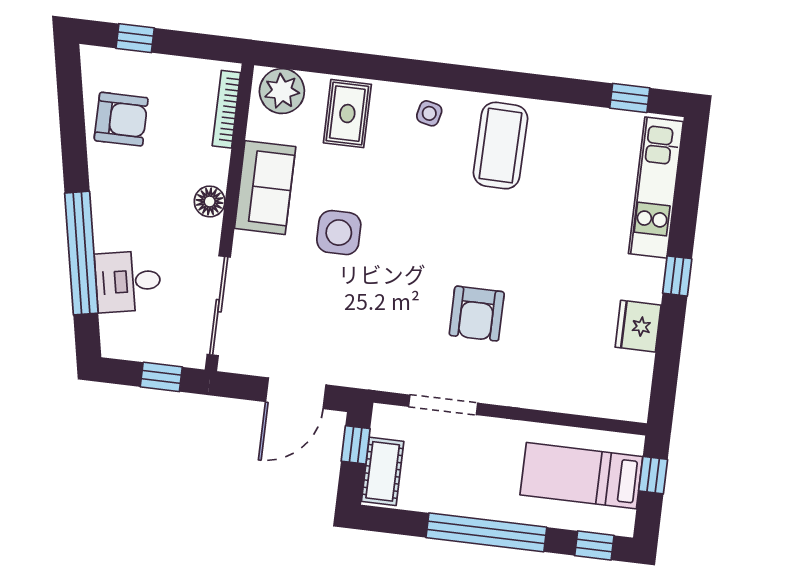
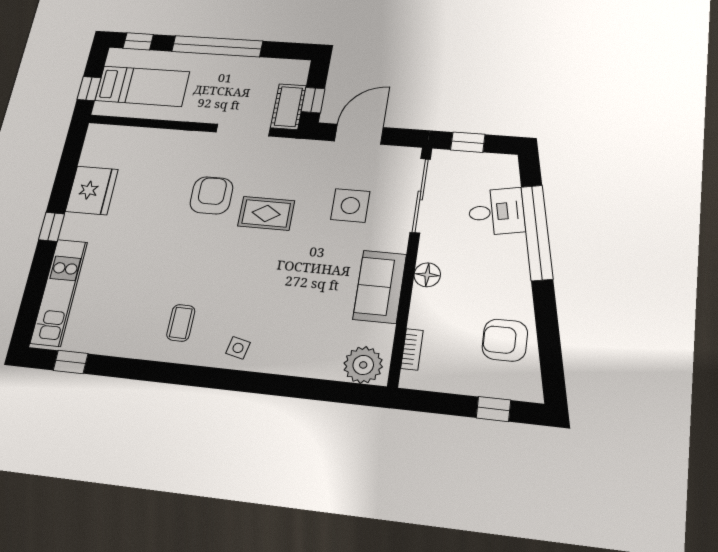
bookcase: (226, 109) -> (412, 349), width x0.64
rug: (347, 114) -> (266, 213), moved, turned 90
coffee table: (500, 146) -> (181, 323), width x0.54, depth x0.58
side table: (339, 233) -> (350, 206), moved
fridge: (638, 326) -> (92, 190), width x1.36, depth x1.34
cot: (383, 471) -> (288, 107), moved

